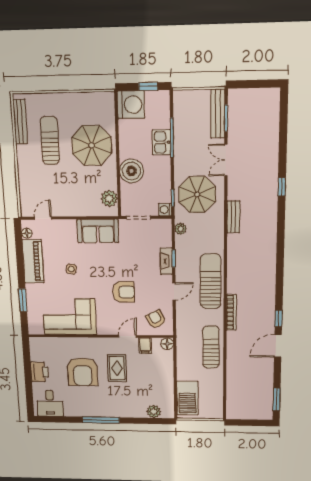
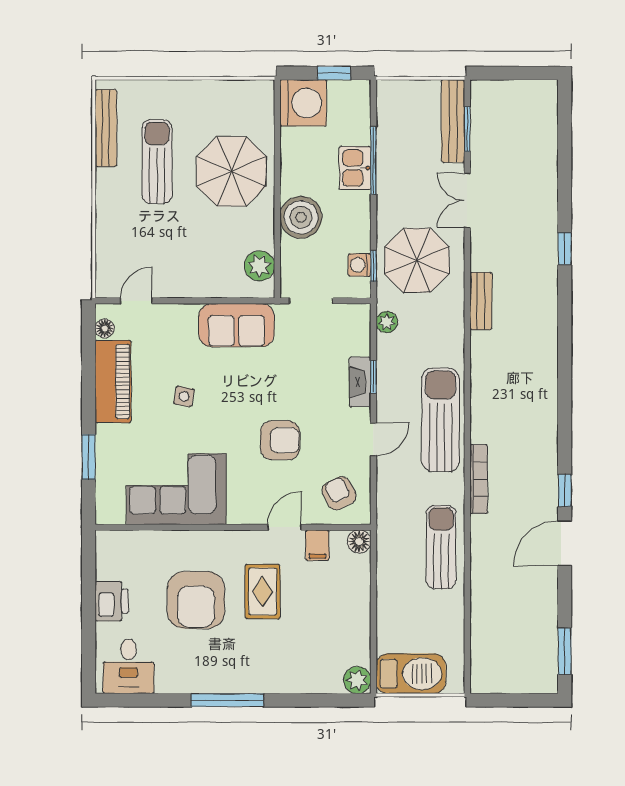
washing machine: (165, 210) -> (360, 265), moved
barbecue: (187, 398) -> (411, 674), moved, turned -90
plant: (154, 411) -> (357, 680), moved

